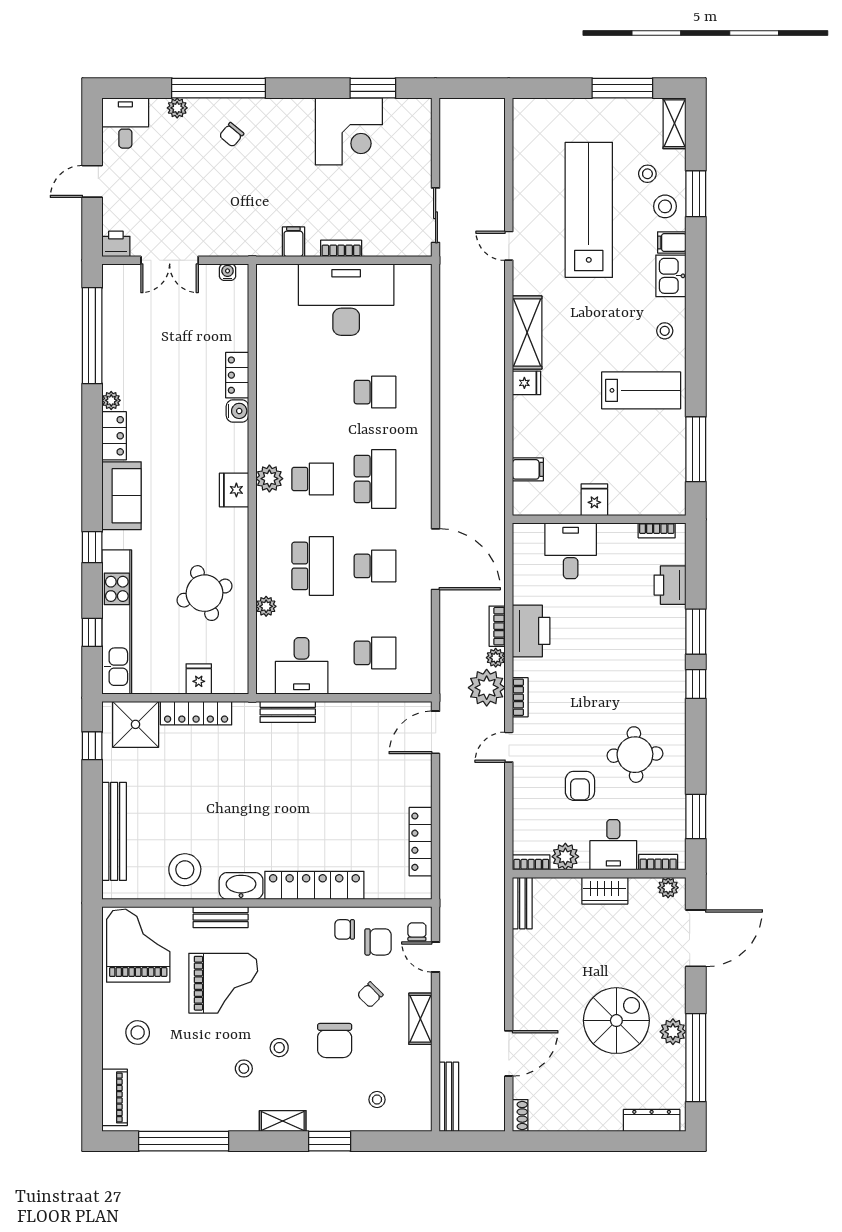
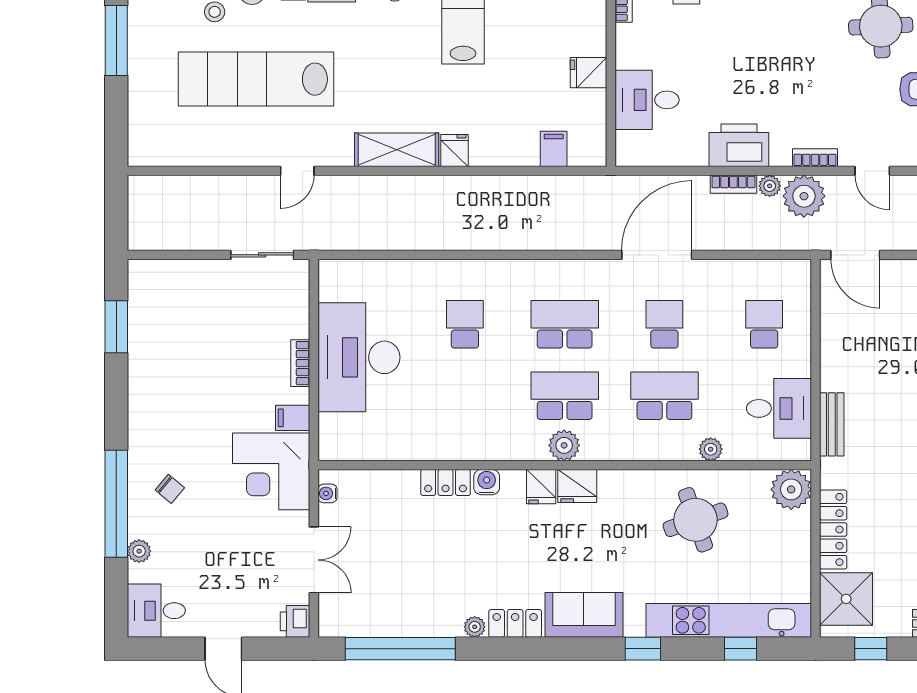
corner desk: (349, 131) -> (271, 471), moved, turned 180
school desk: (313, 479) -> (565, 396), width x1.85
plant: (231, 676) -> (791, 489), added
fridge: (199, 679) -> (541, 487), moved, turned -90

